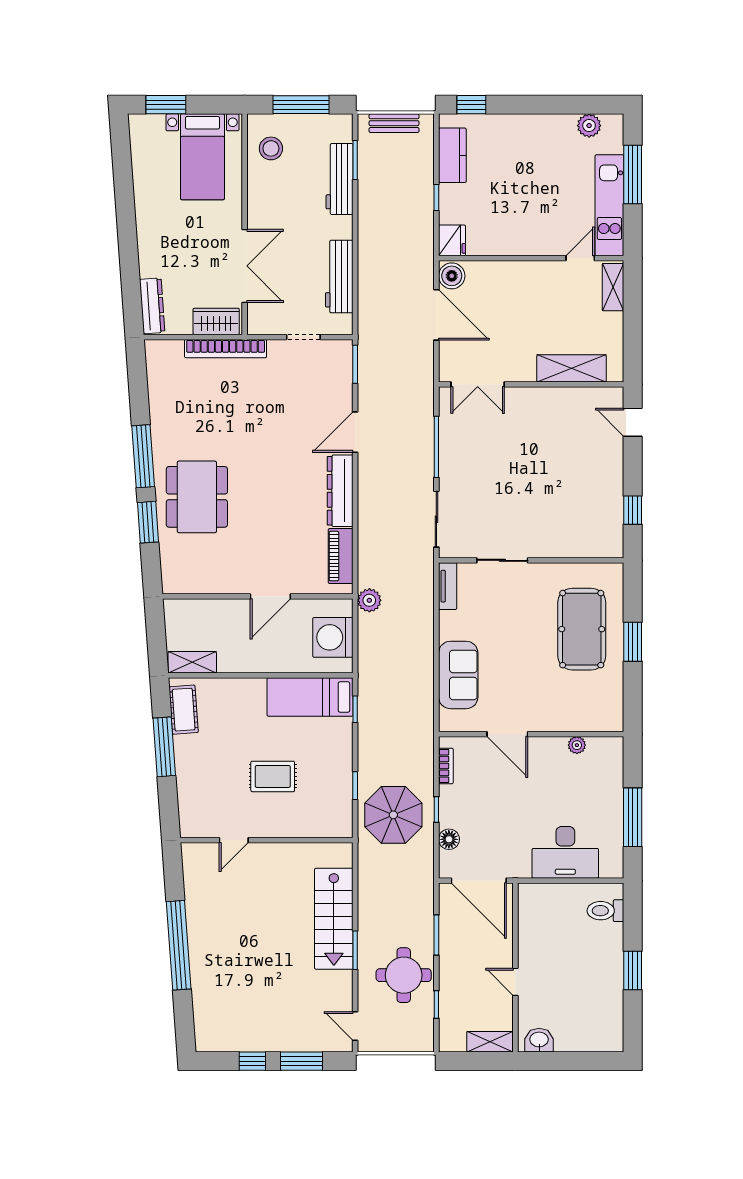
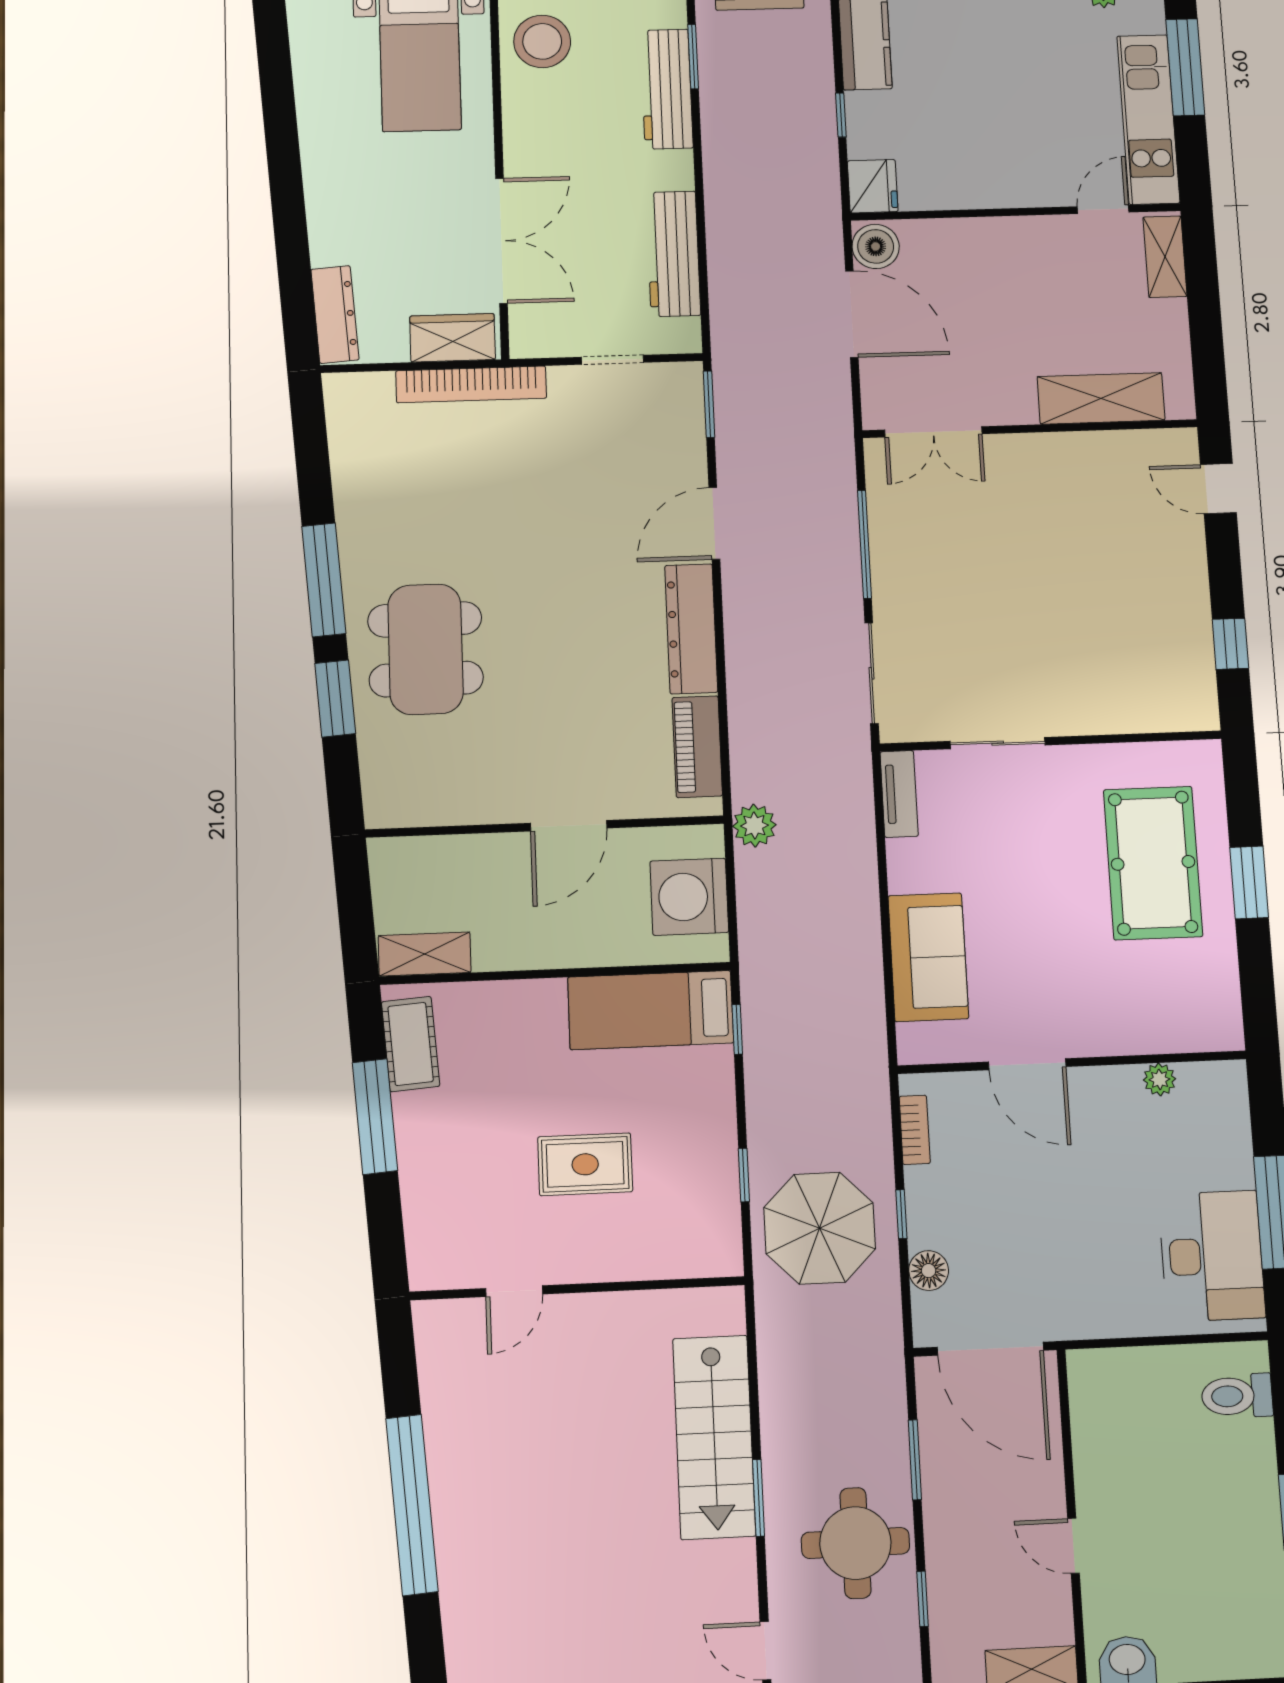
stool: (271, 148) -> (542, 41), width x1.38, depth x1.38
desk: (565, 852) -> (1212, 1256), moved, turned -90

